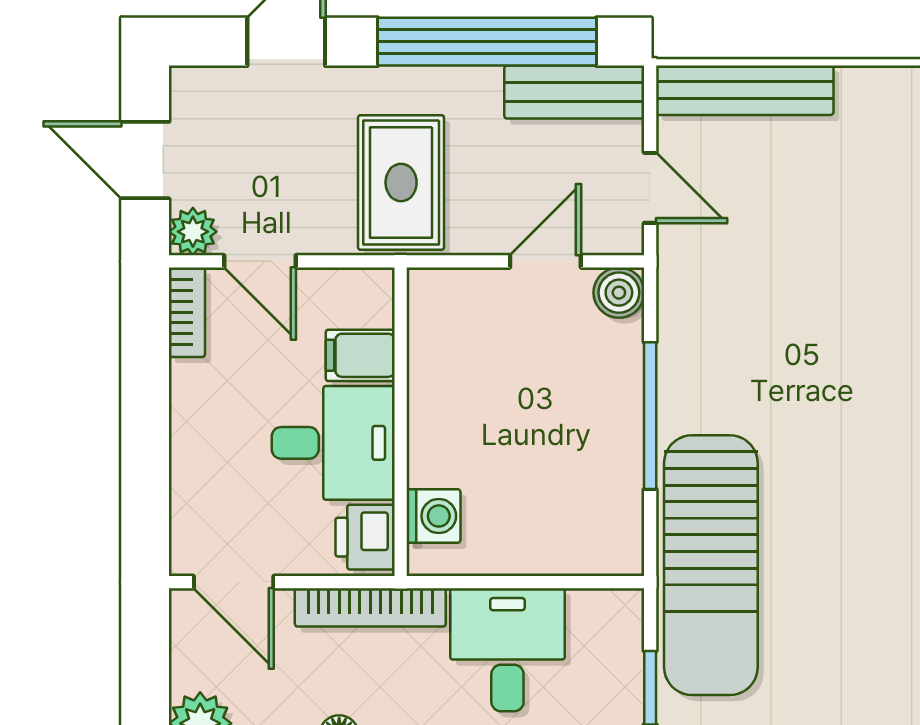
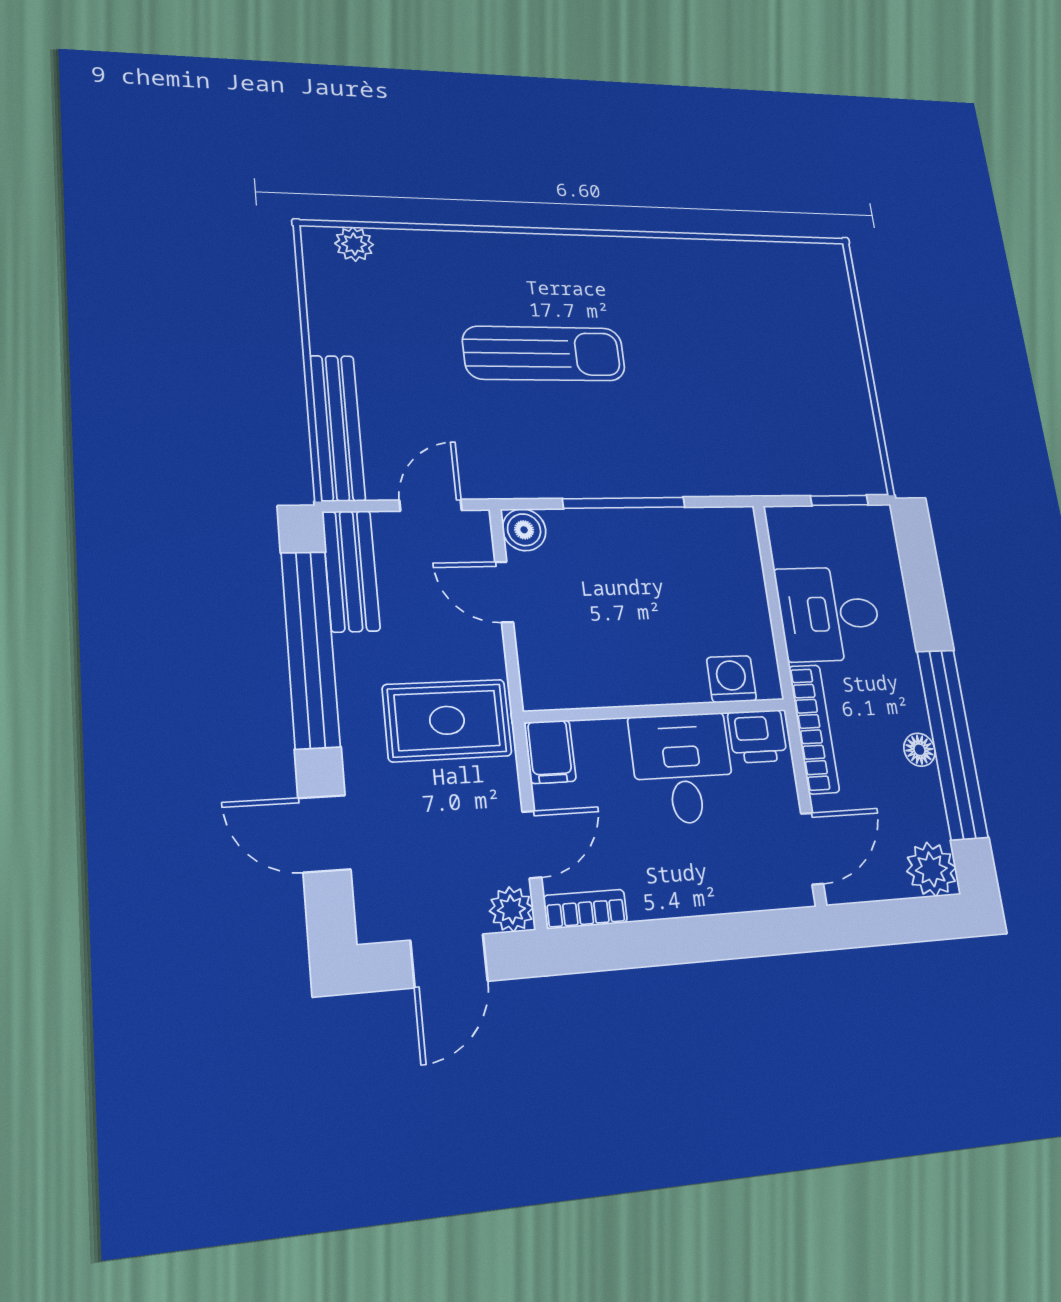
filing cabinet: (360, 355) -> (550, 752), moved
sun lounger: (711, 565) -> (544, 354), moved, width x0.73, depth x0.75

